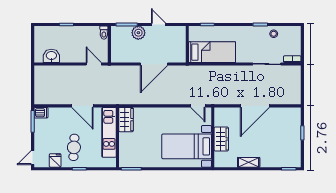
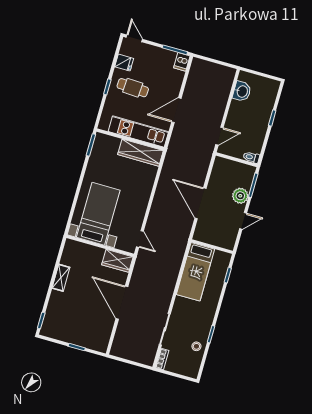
door: (198, 106) -> (140, 239), swing flipped
wardrobe: (126, 120) -> (140, 153), width x1.50
wardrobe: (221, 139) -> (117, 261), moved

